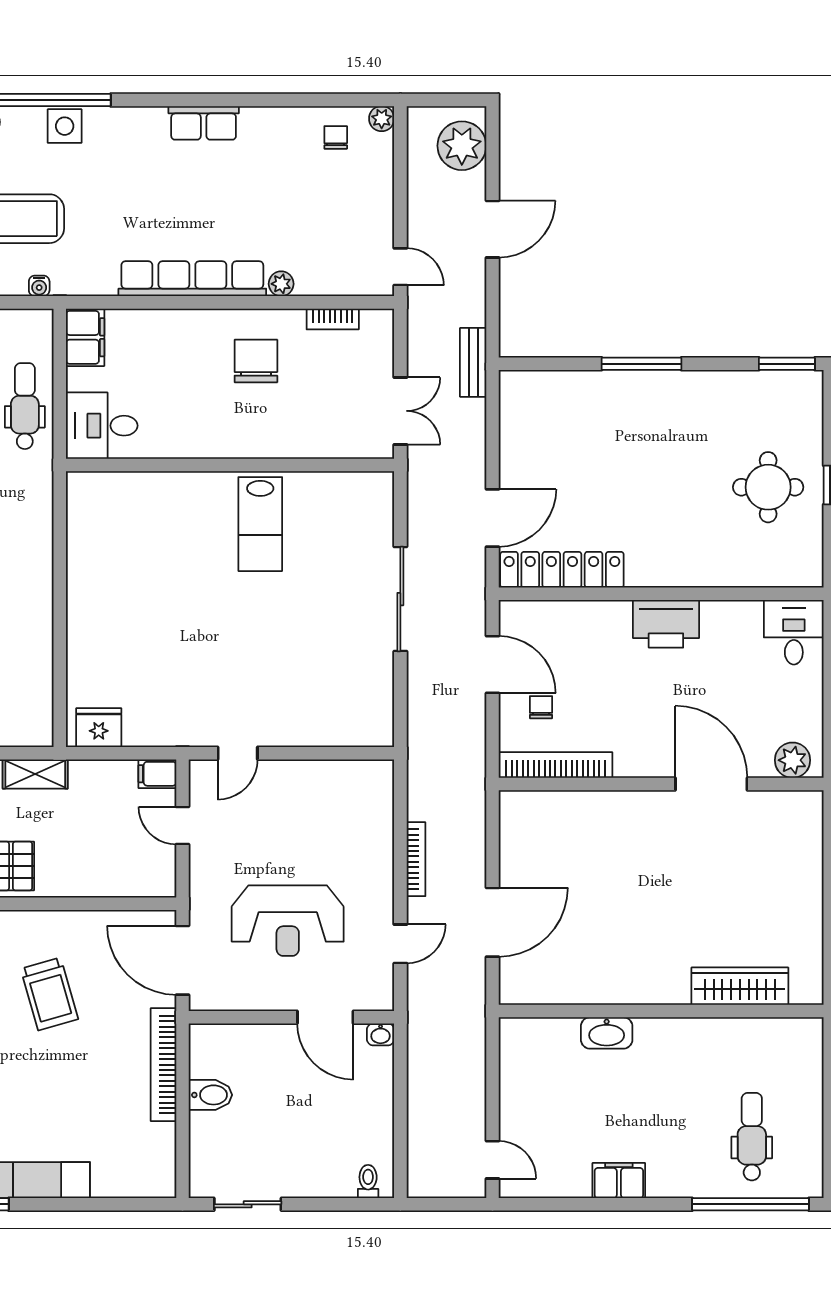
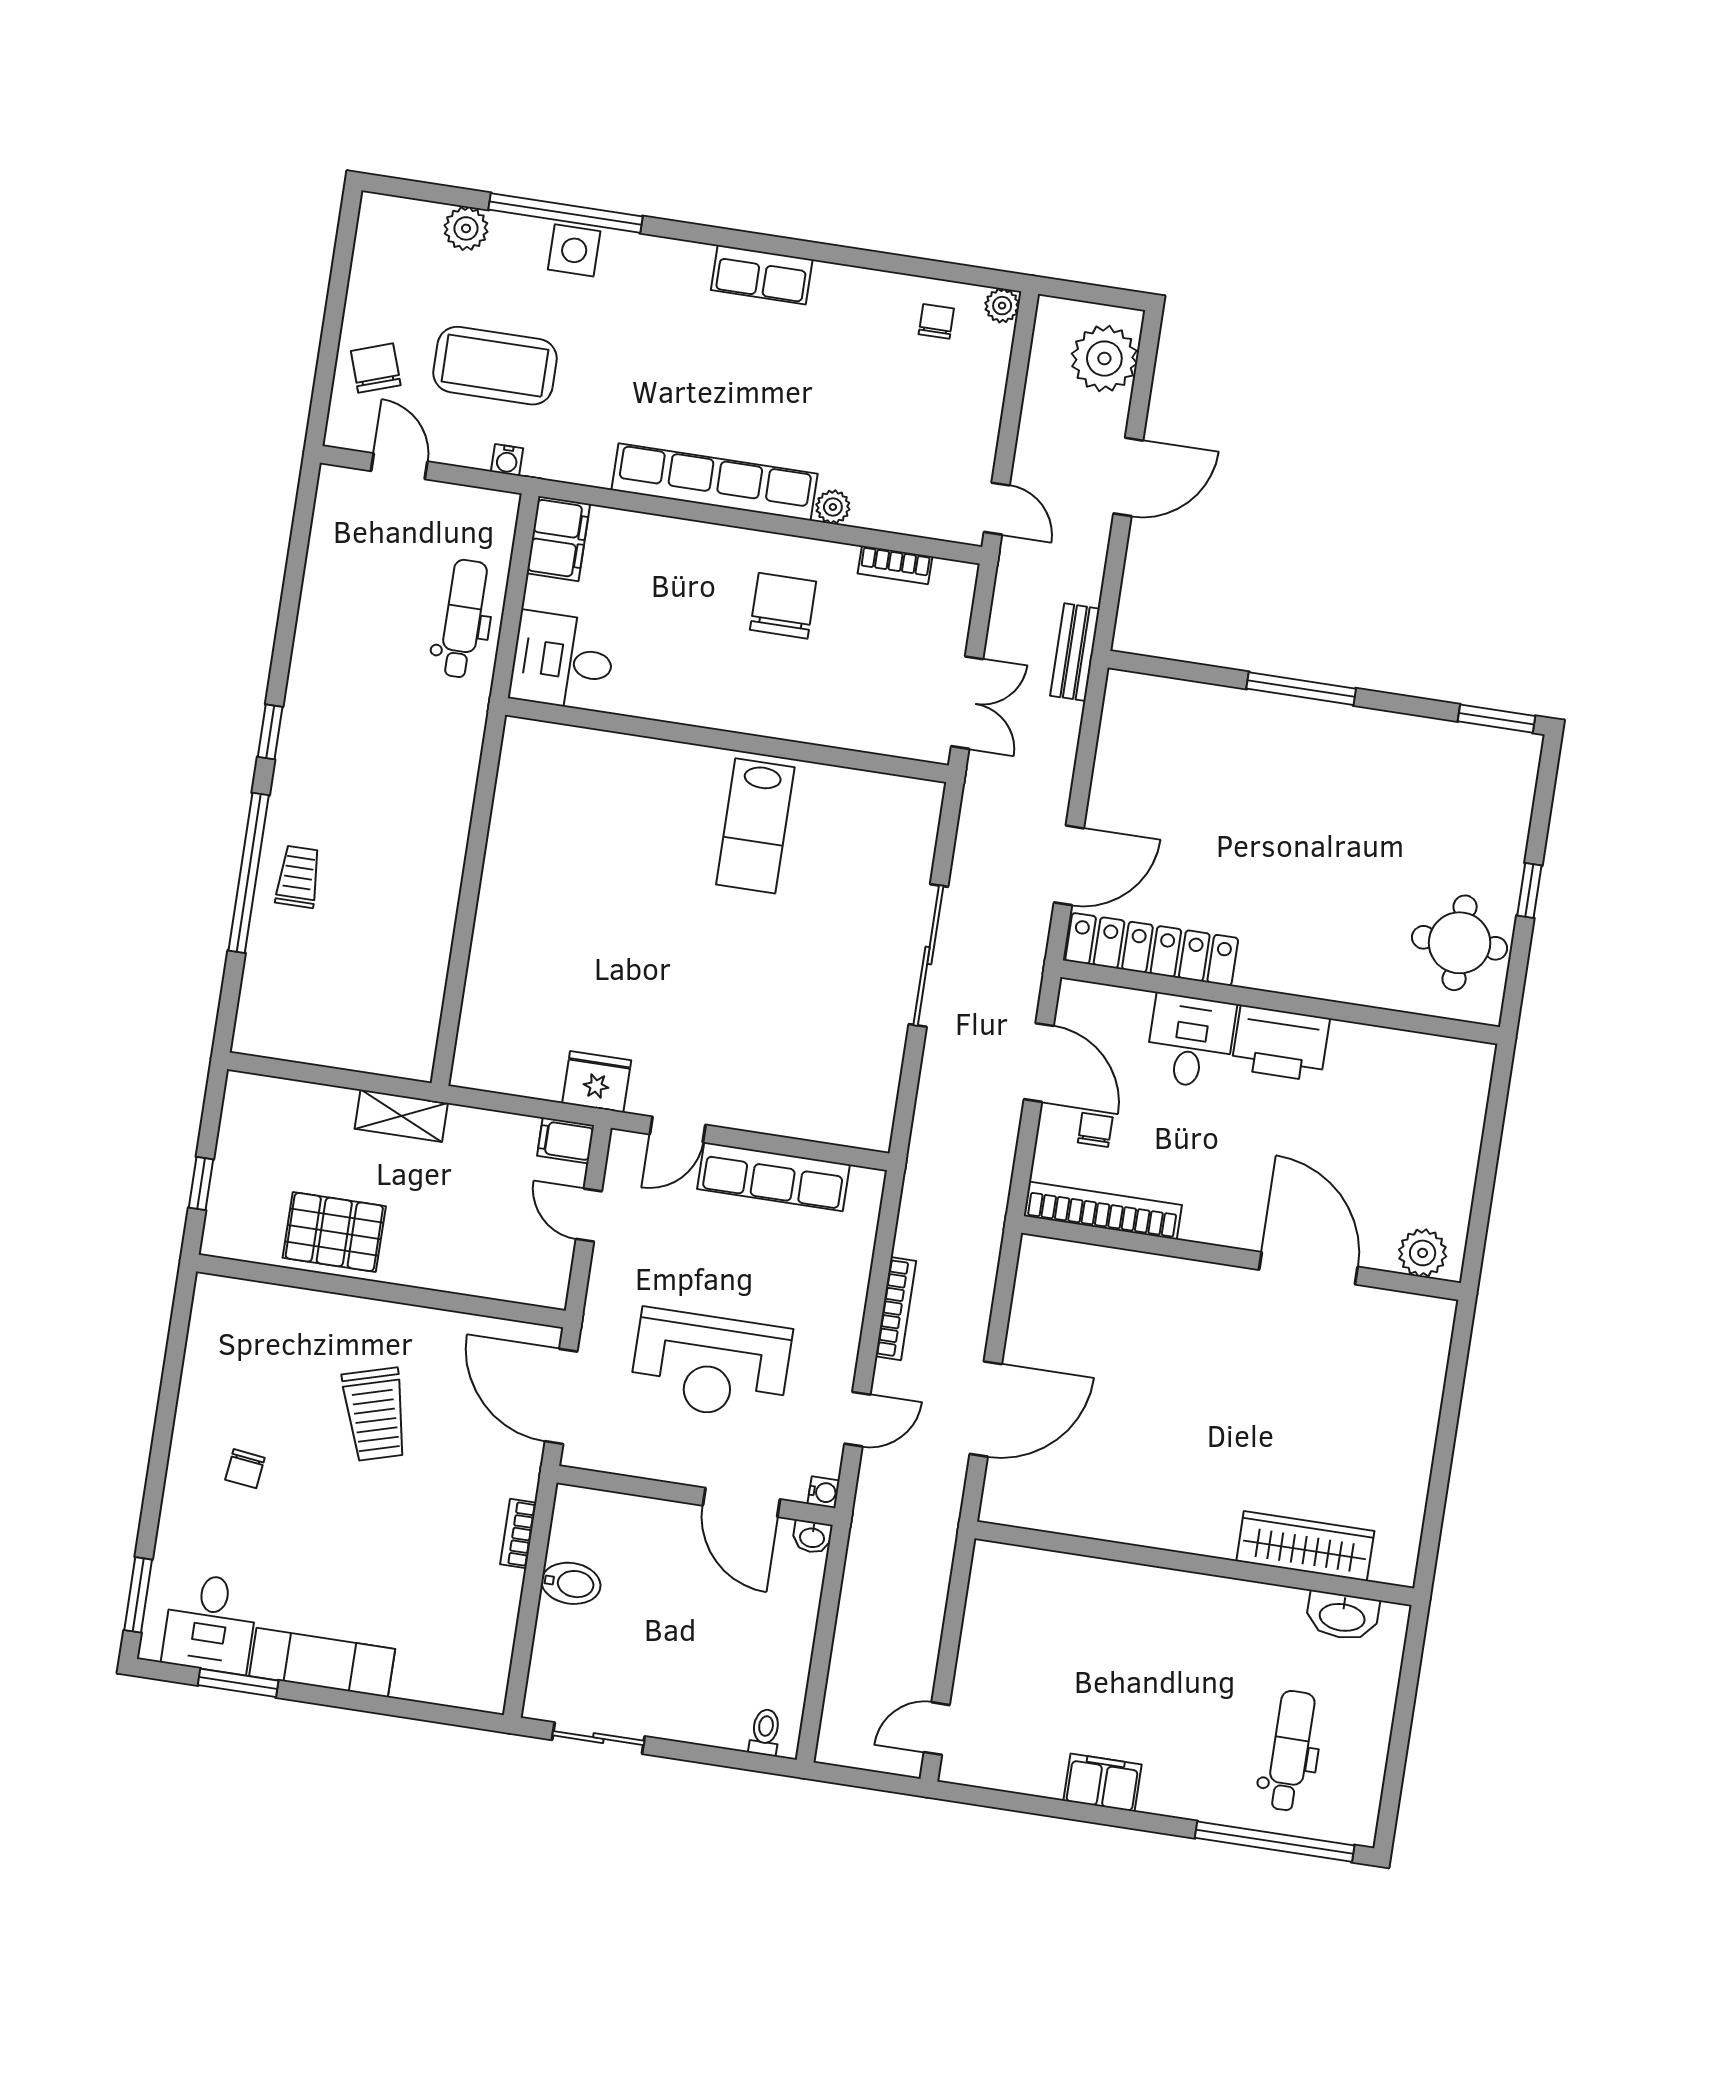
round table: (768, 487) -> (1460, 943), moved
desk: (794, 632) -> (1191, 1041), moved
fridge: (99, 728) -> (597, 1082), moved
row of seats: (312, 777) -> (774, 1177), added
water cooler: (384, 1001) -> (824, 1492), added
washbasin: (607, 1033) -> (1342, 1616), moved
bookcase: (164, 1065) -> (518, 1534), width x0.43, depth x0.76
door: (492, 1160) -> (937, 1729), swing flipped

